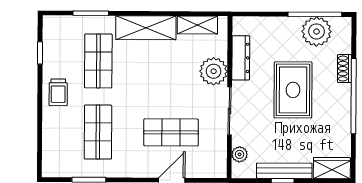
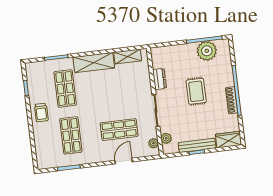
dresser: (241, 58) -> (160, 79), width x0.70
shoe rack: (344, 69) -> (232, 100), moved, width x1.43
plant: (214, 71) -> (153, 143), moved, width x0.53, depth x0.53
rug: (293, 90) -> (196, 91), width x0.73, depth x0.70

